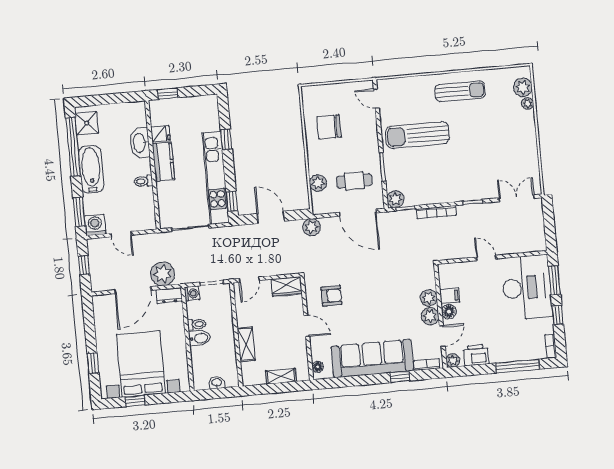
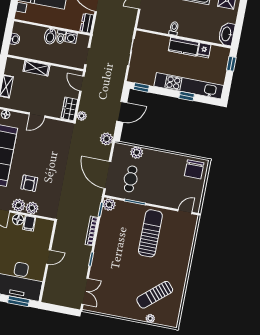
plant: (523, 87) -> (163, 318), removed
sun lounger: (460, 91) -> (155, 295), moved, turned 49
chair: (329, 127) -> (194, 169), moved, turned 180
washbasin: (140, 143) -> (227, 34), moved, turned -90
kitchen unit: (215, 178) -> (189, 86), moved
door: (358, 213) -> (107, 175), hinge flipped
plant: (163, 274) -> (82, 116), moved, width x0.53, depth x0.53
washing machine: (192, 293) -> (71, 37), moved
armchair: (331, 296) -> (29, 183), moved

